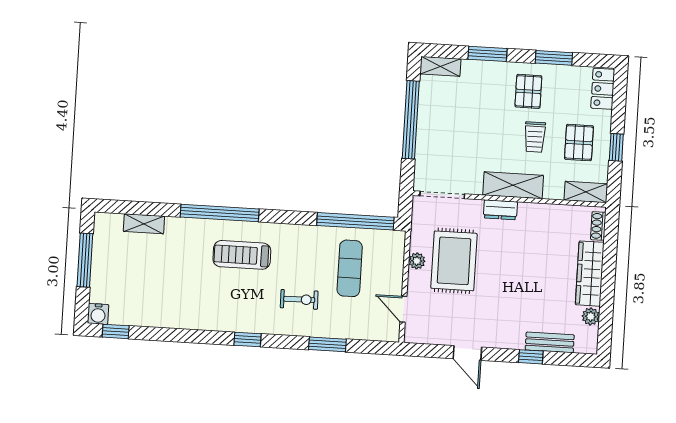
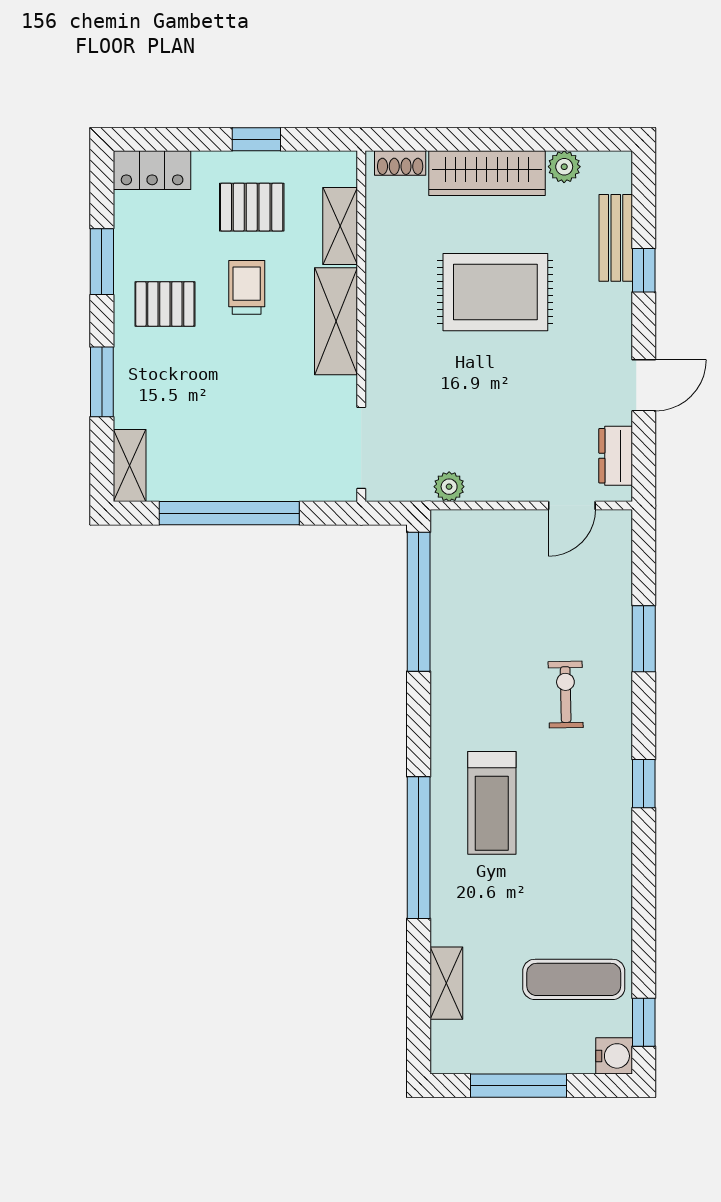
trolley: (535, 137) -> (247, 287), turned -90
shelving: (586, 192) -> (340, 226), moved
dresser: (500, 210) -> (616, 456), moved, turned 180
plant: (417, 261) -> (449, 487), moved
rug: (454, 261) -> (495, 292), moved
exercise mat: (350, 268) -> (574, 979), moved

